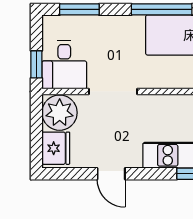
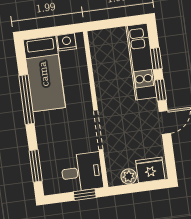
plant: (60, 113) -> (129, 176), width x0.53, depth x0.53
window: (151, 174) -> (160, 90), added

